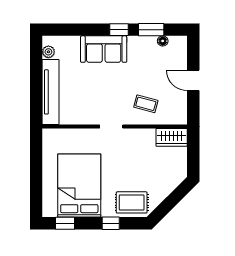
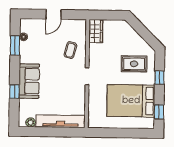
window: (119, 30) -> (14, 92), moved
rug: (132, 202) -> (134, 64), moved, turned 90

